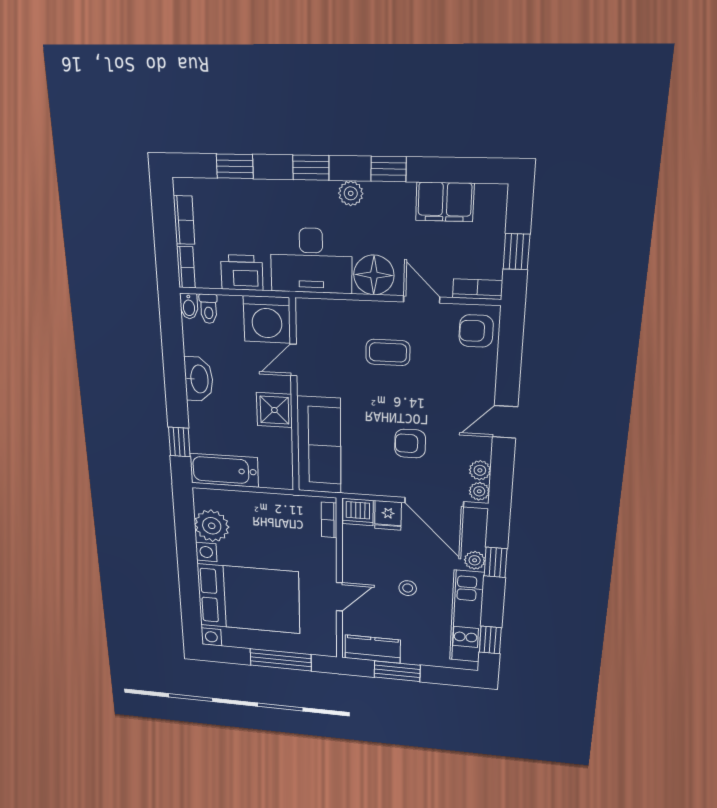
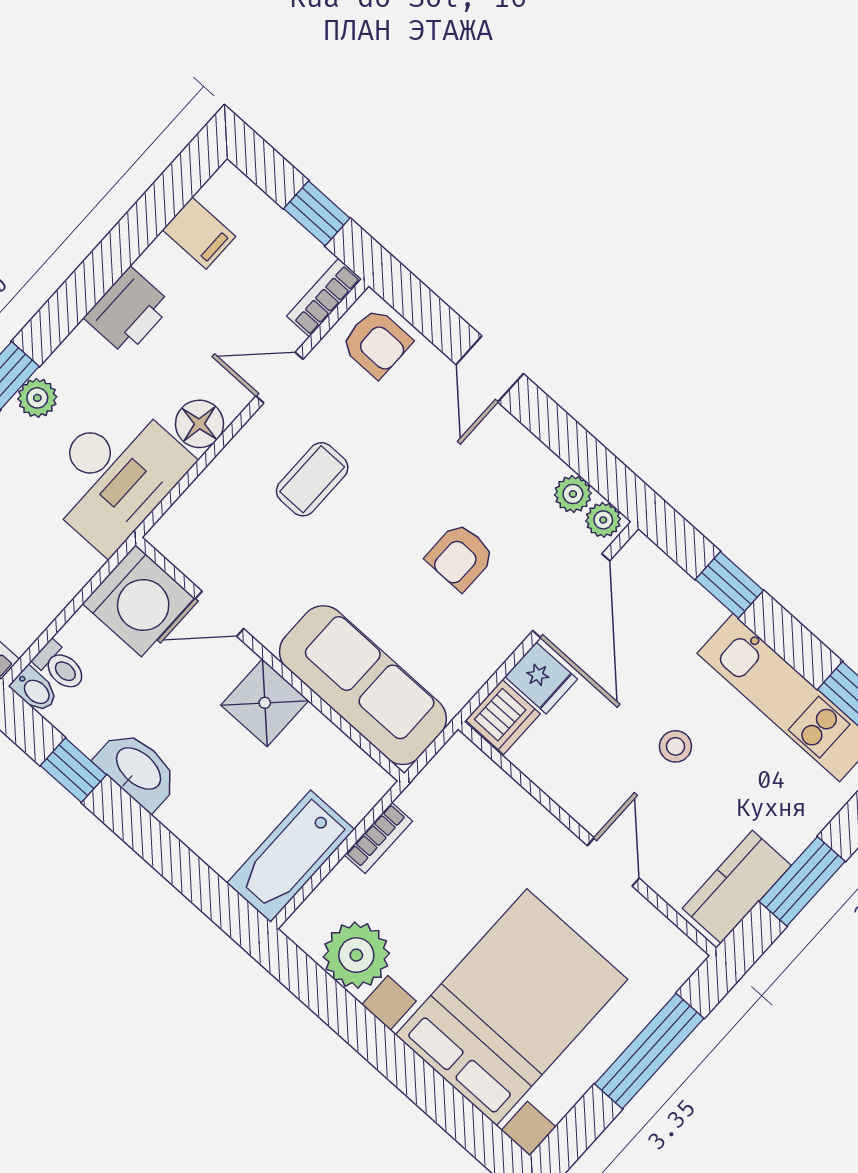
window: (389, 169) -> (89, 284), removed
plant: (351, 193) -> (37, 398), moved
filing cabinet: (445, 202) -> (199, 233), width x0.50
printer: (242, 273) -> (128, 311), moved, turned 180
floor lamp: (374, 275) -> (199, 424), width x0.73, depth x0.73
armchair: (476, 331) -> (376, 343), turned -90
door: (293, 360) -> (219, 614), hinge flipped
door: (505, 422) -> (490, 369), moved
window: (179, 442) -> (73, 770), moved
door: (434, 502) -> (571, 596), hinge flipped
bookcase: (329, 520) -> (378, 838), moved, turned -90
plant: (475, 560) -> (704, 612), removed

